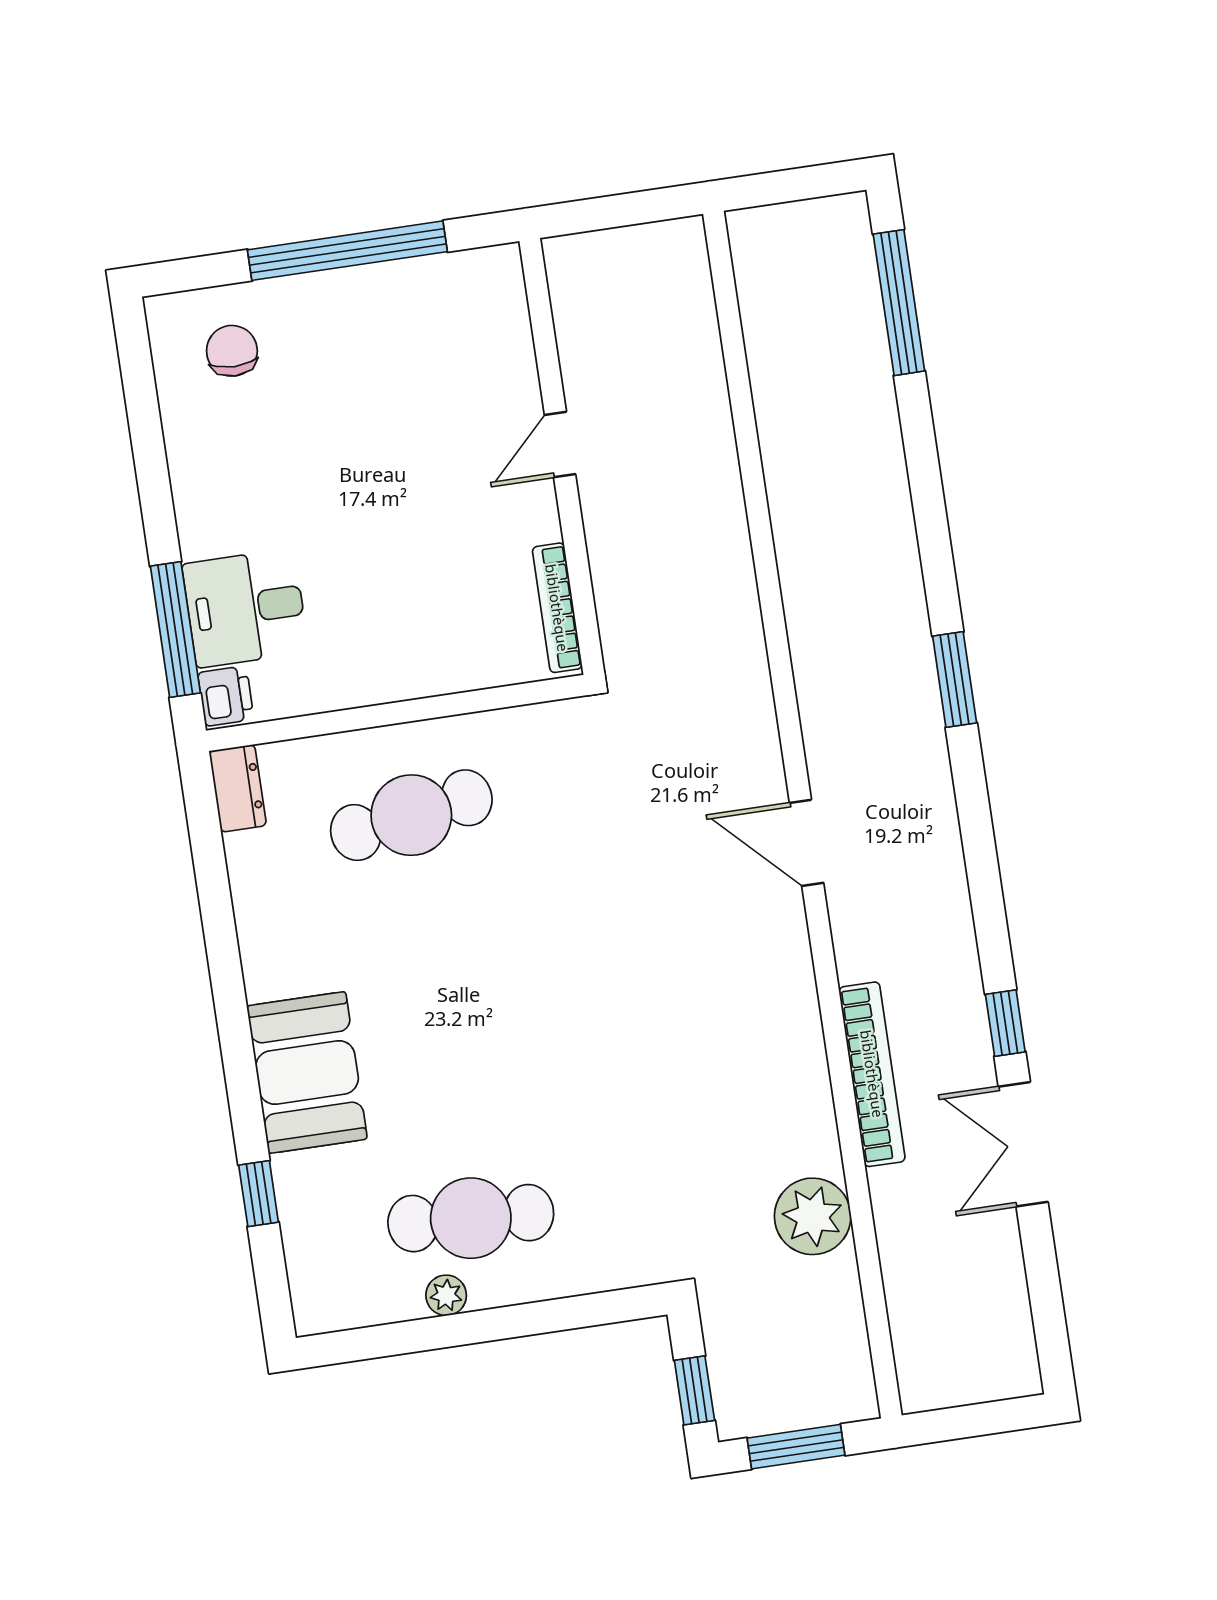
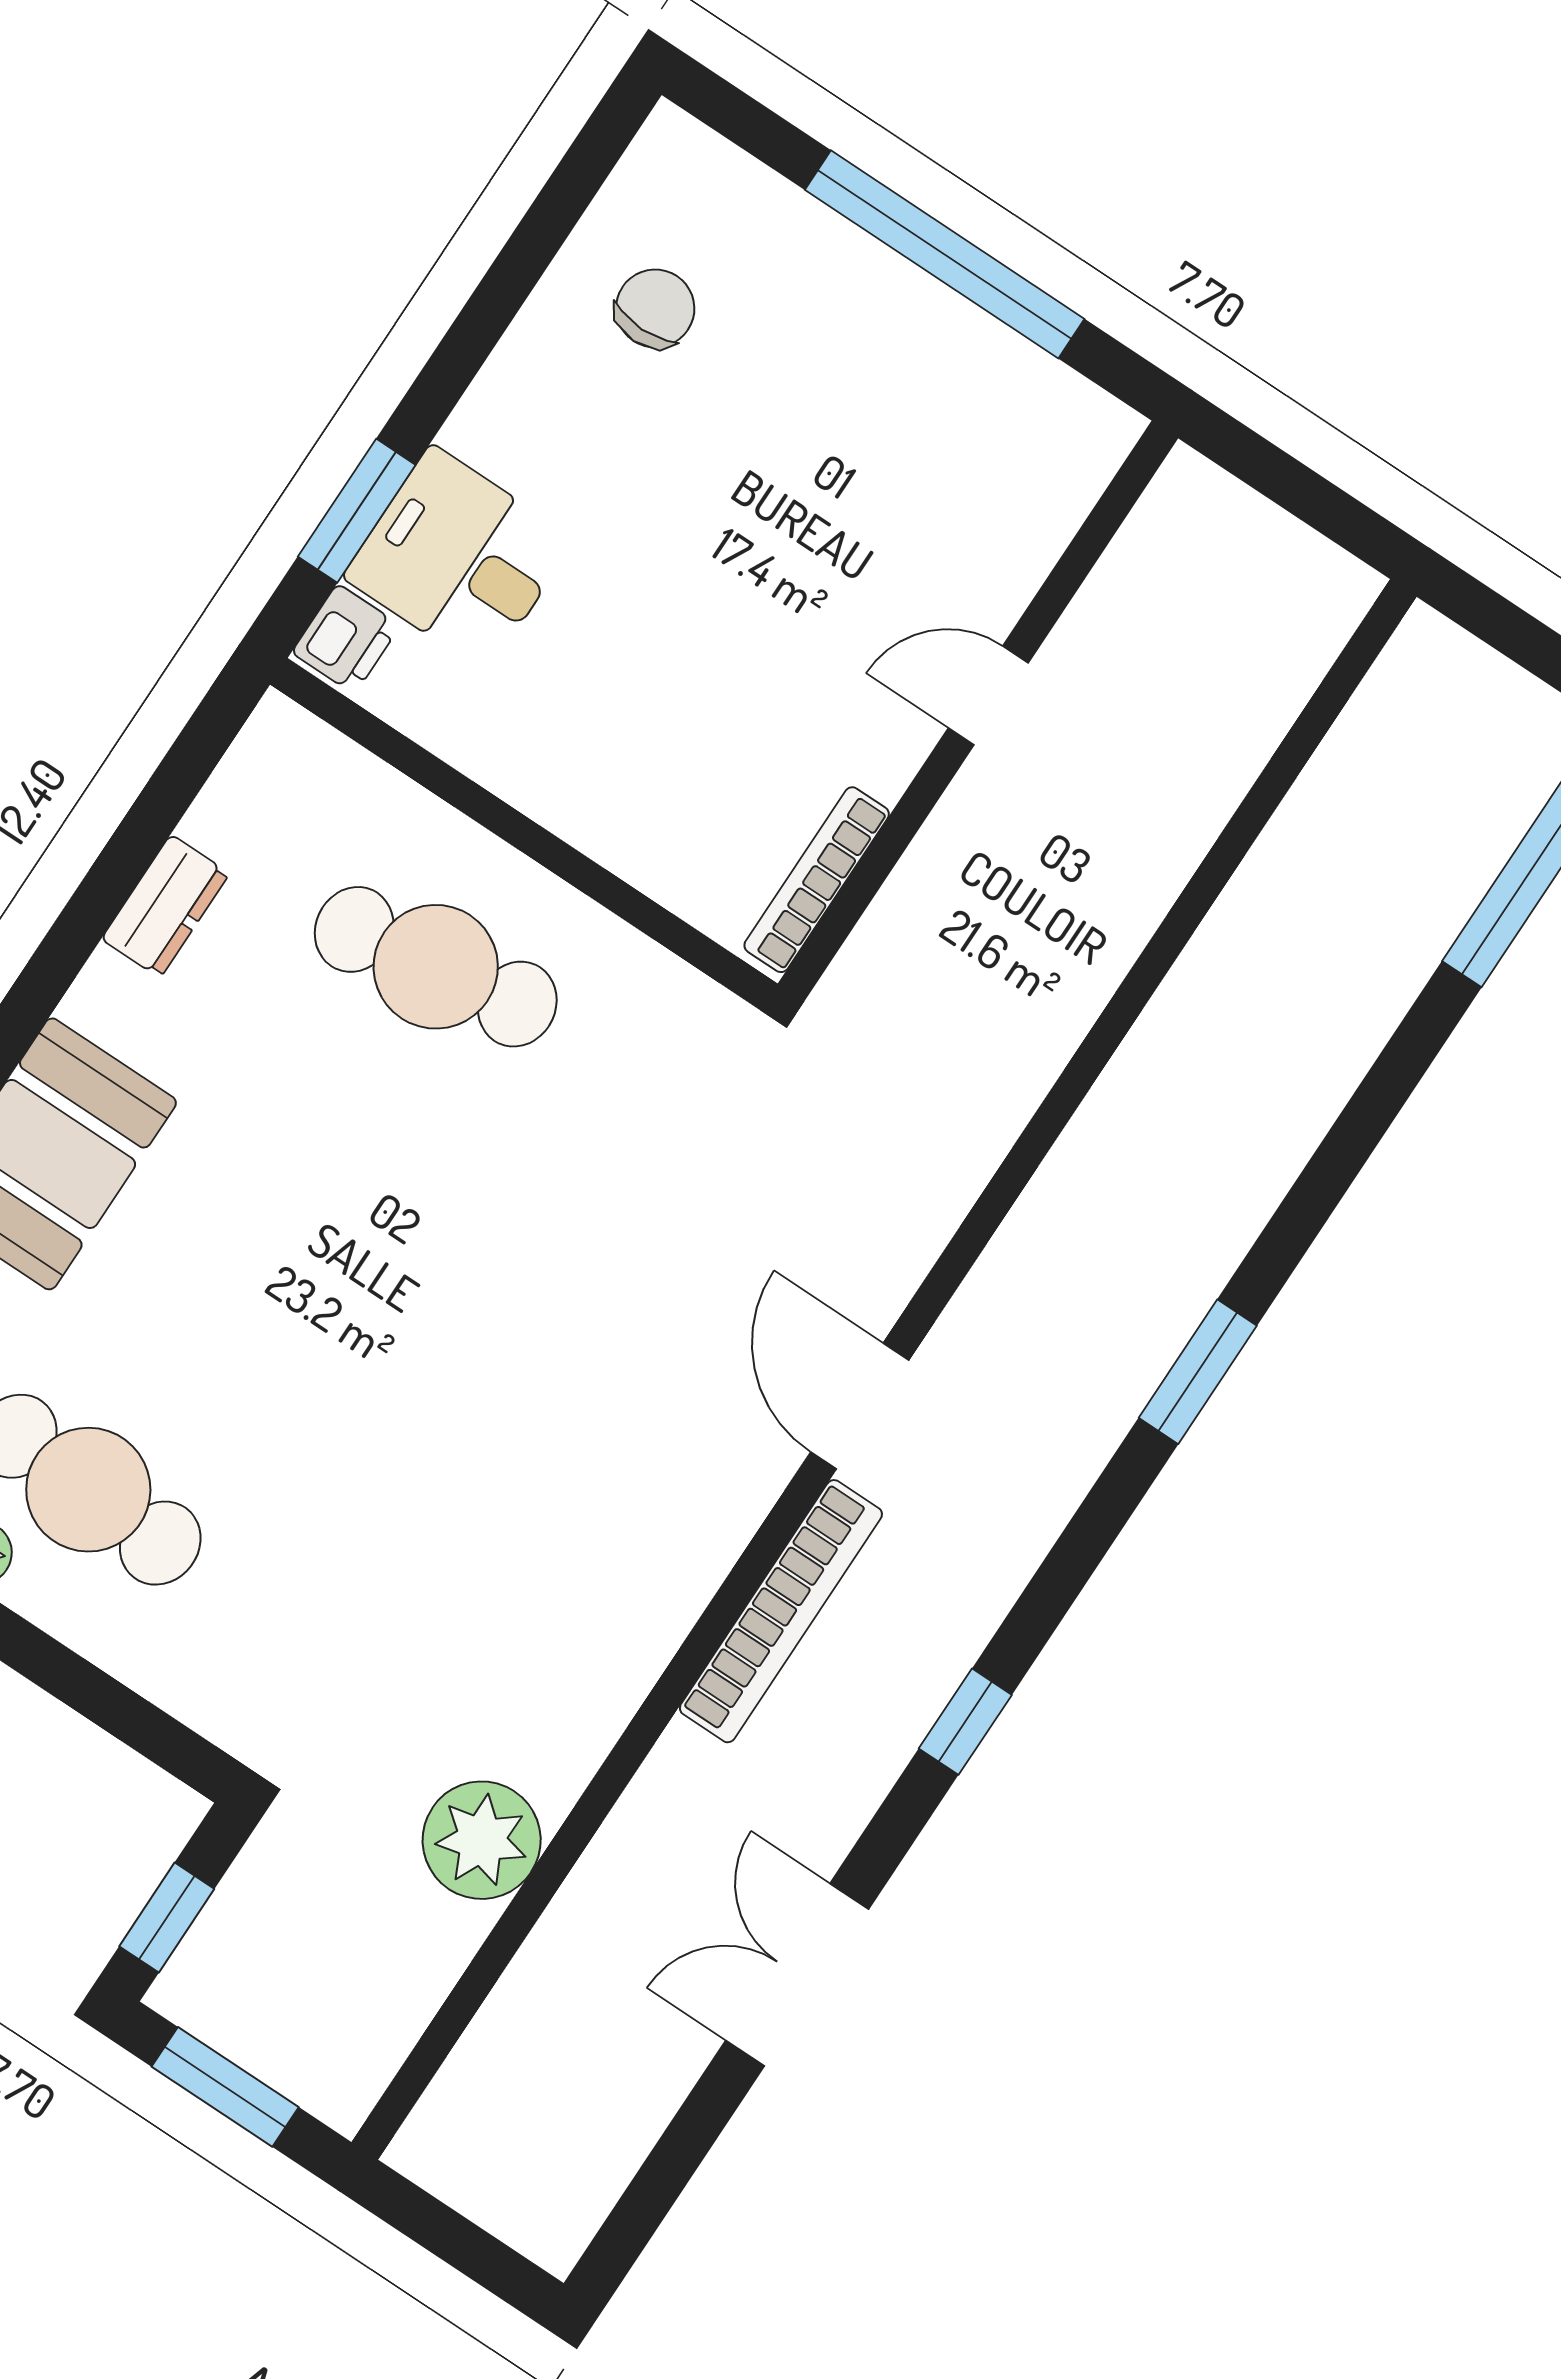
chair: (232, 351) -> (655, 308), moved
window: (175, 630) -> (357, 511), width x0.69
dresser: (238, 788) -> (165, 906), moved
window: (1005, 1023) -> (965, 1722), moved
bookcase: (872, 1074) -> (781, 1611), moved

